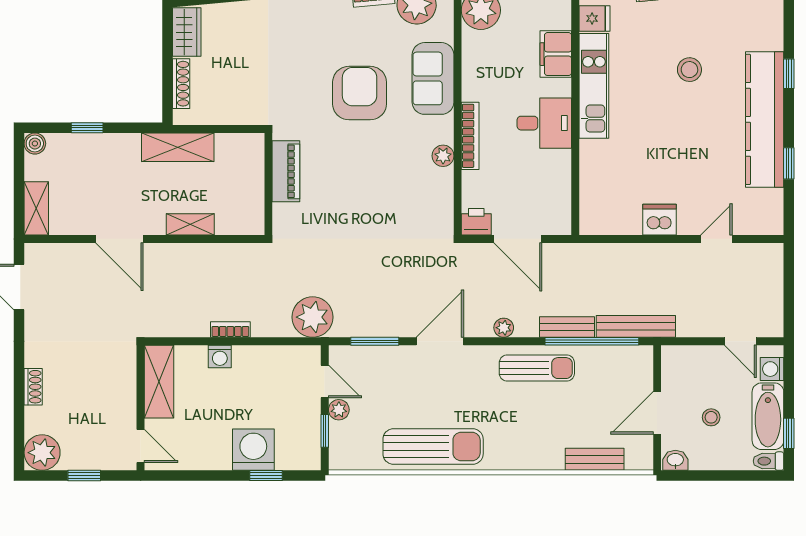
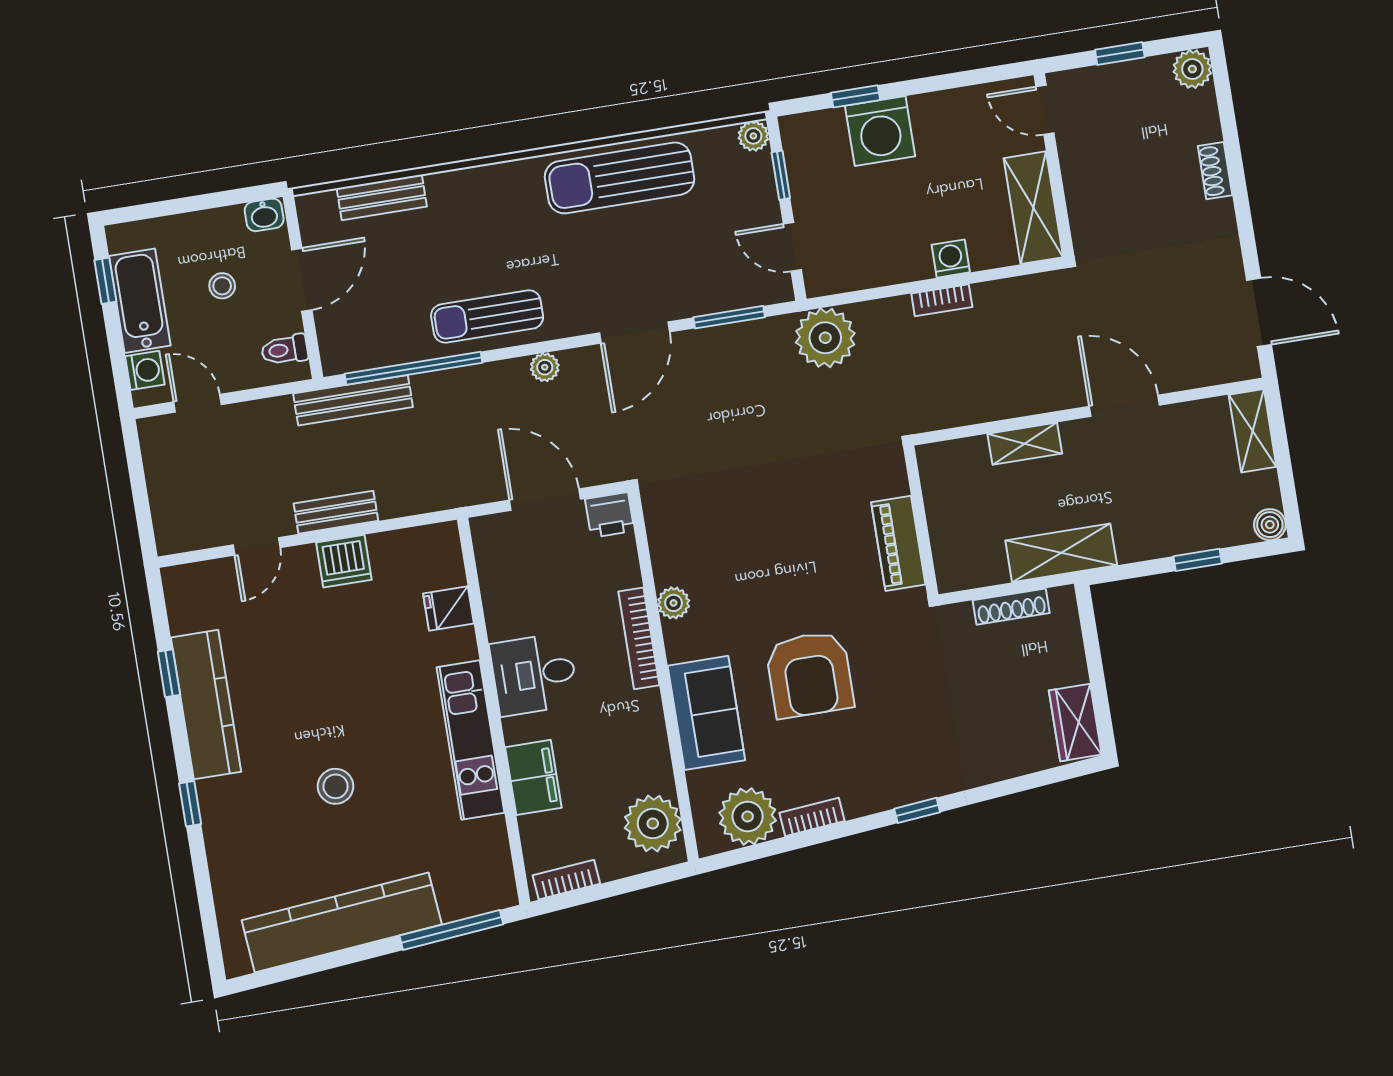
fridge: (595, 18) -> (448, 609), moved
shoe rack: (181, 84) -> (1011, 607), moved, turned -90
kitchen counter: (765, 119) -> (206, 705), width x0.72, depth x0.86
bench: (567, 327) -> (336, 512), moved
plant: (339, 410) -> (753, 136), moved
plant: (42, 453) -> (1192, 69), width x0.73, depth x0.73
toilet: (769, 461) -> (285, 350), moved, turned 180

